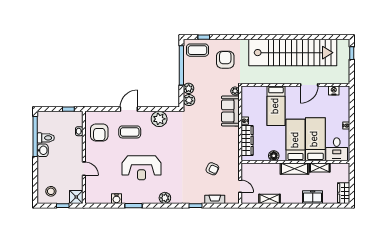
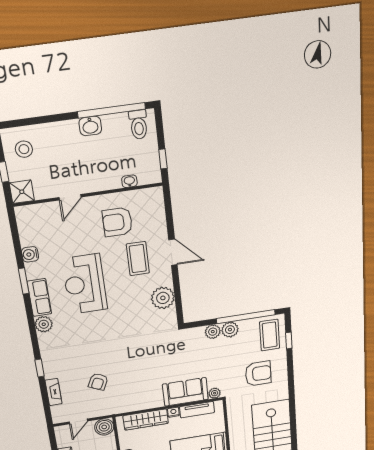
plant: (189, 100) -> (230, 330), moved
tv unit: (246, 104) -> (197, 410), added
armchair: (99, 132) -> (117, 222), moved
toilet: (46, 138) -> (139, 125), moved
boiler: (248, 169) -> (104, 427), added
row of seats: (146, 198) -> (39, 298), added

